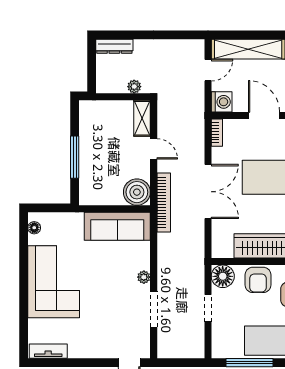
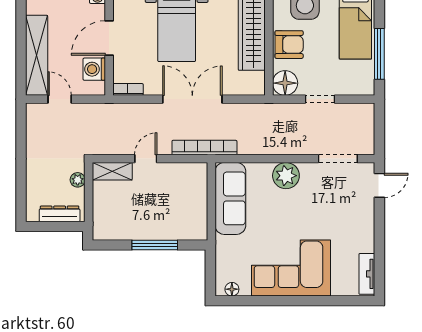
dresser: (114, 46) -> (60, 214), moved, turned -90
washing machine: (222, 102) -> (94, 69), moved, turned -90
boiler: (137, 192) -> (193, 177), removed
plant: (144, 277) -> (286, 176), width x1.88, depth x1.88
doorway: (154, 309) -> (338, 159), moved

